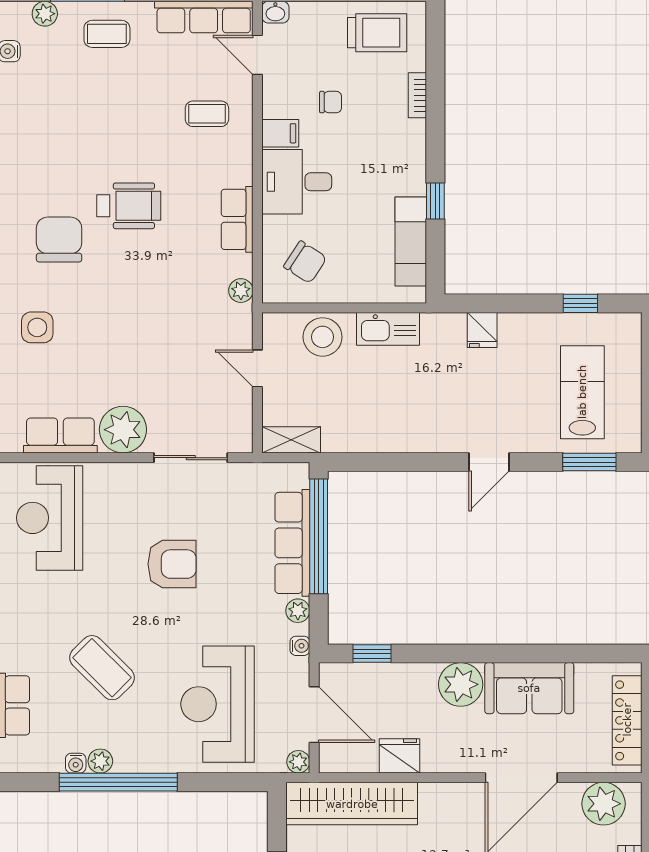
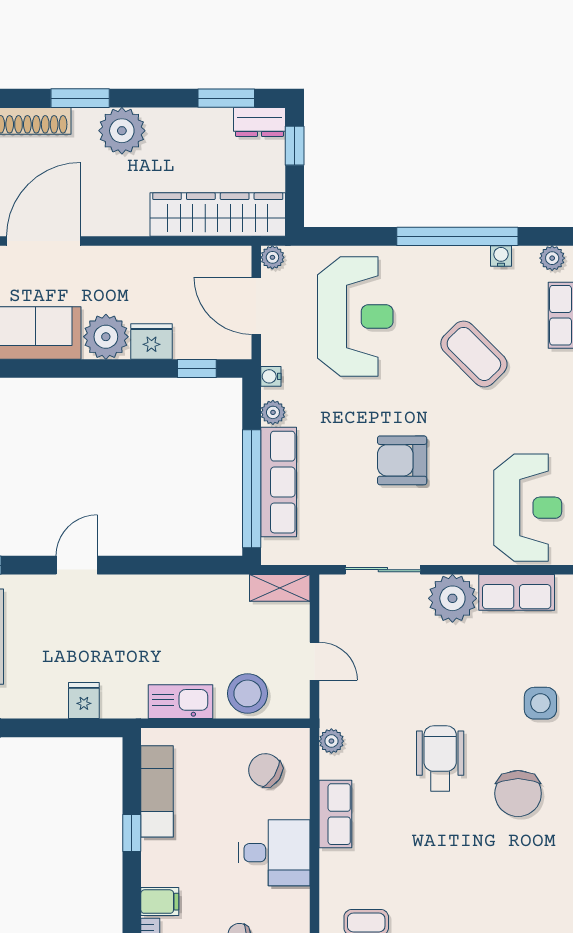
filing cabinet: (280, 133) -> (160, 902), moved, turned 180
wheelchair: (129, 206) -> (440, 758), moved, turned 90
fridge: (400, 756) -> (151, 342), moved, turned 180
plant: (100, 761) -> (552, 258), moved

